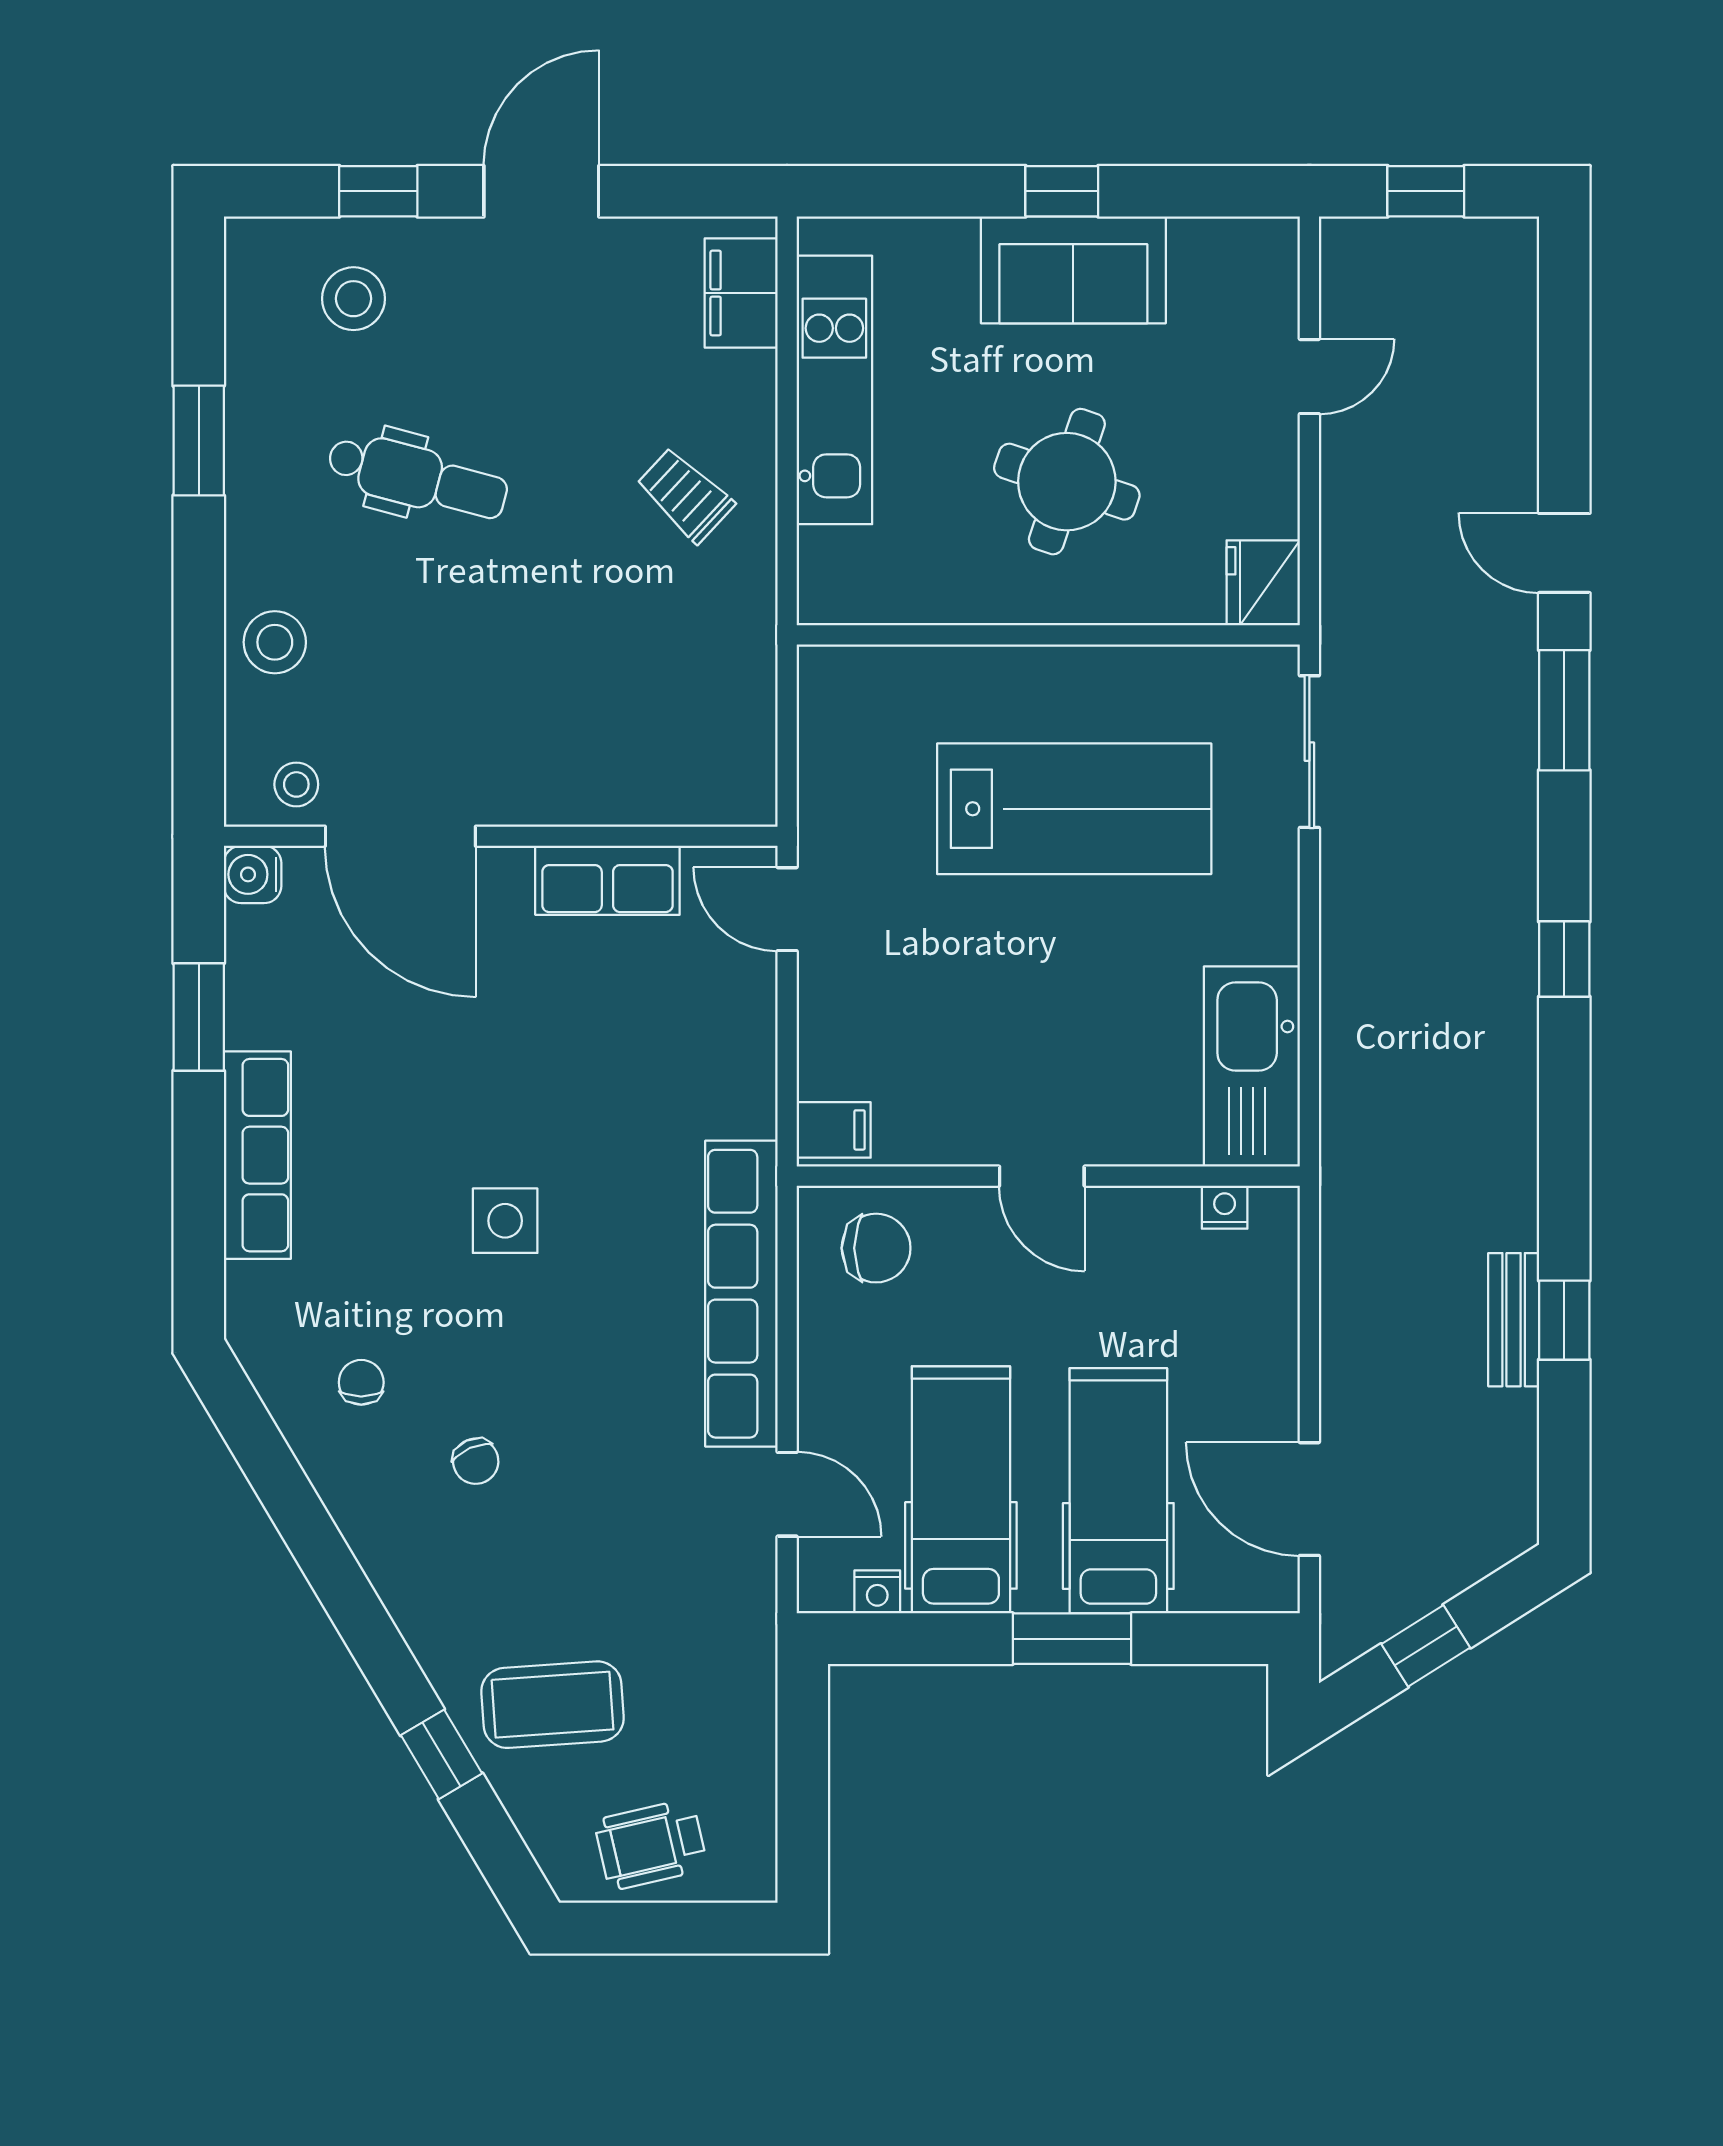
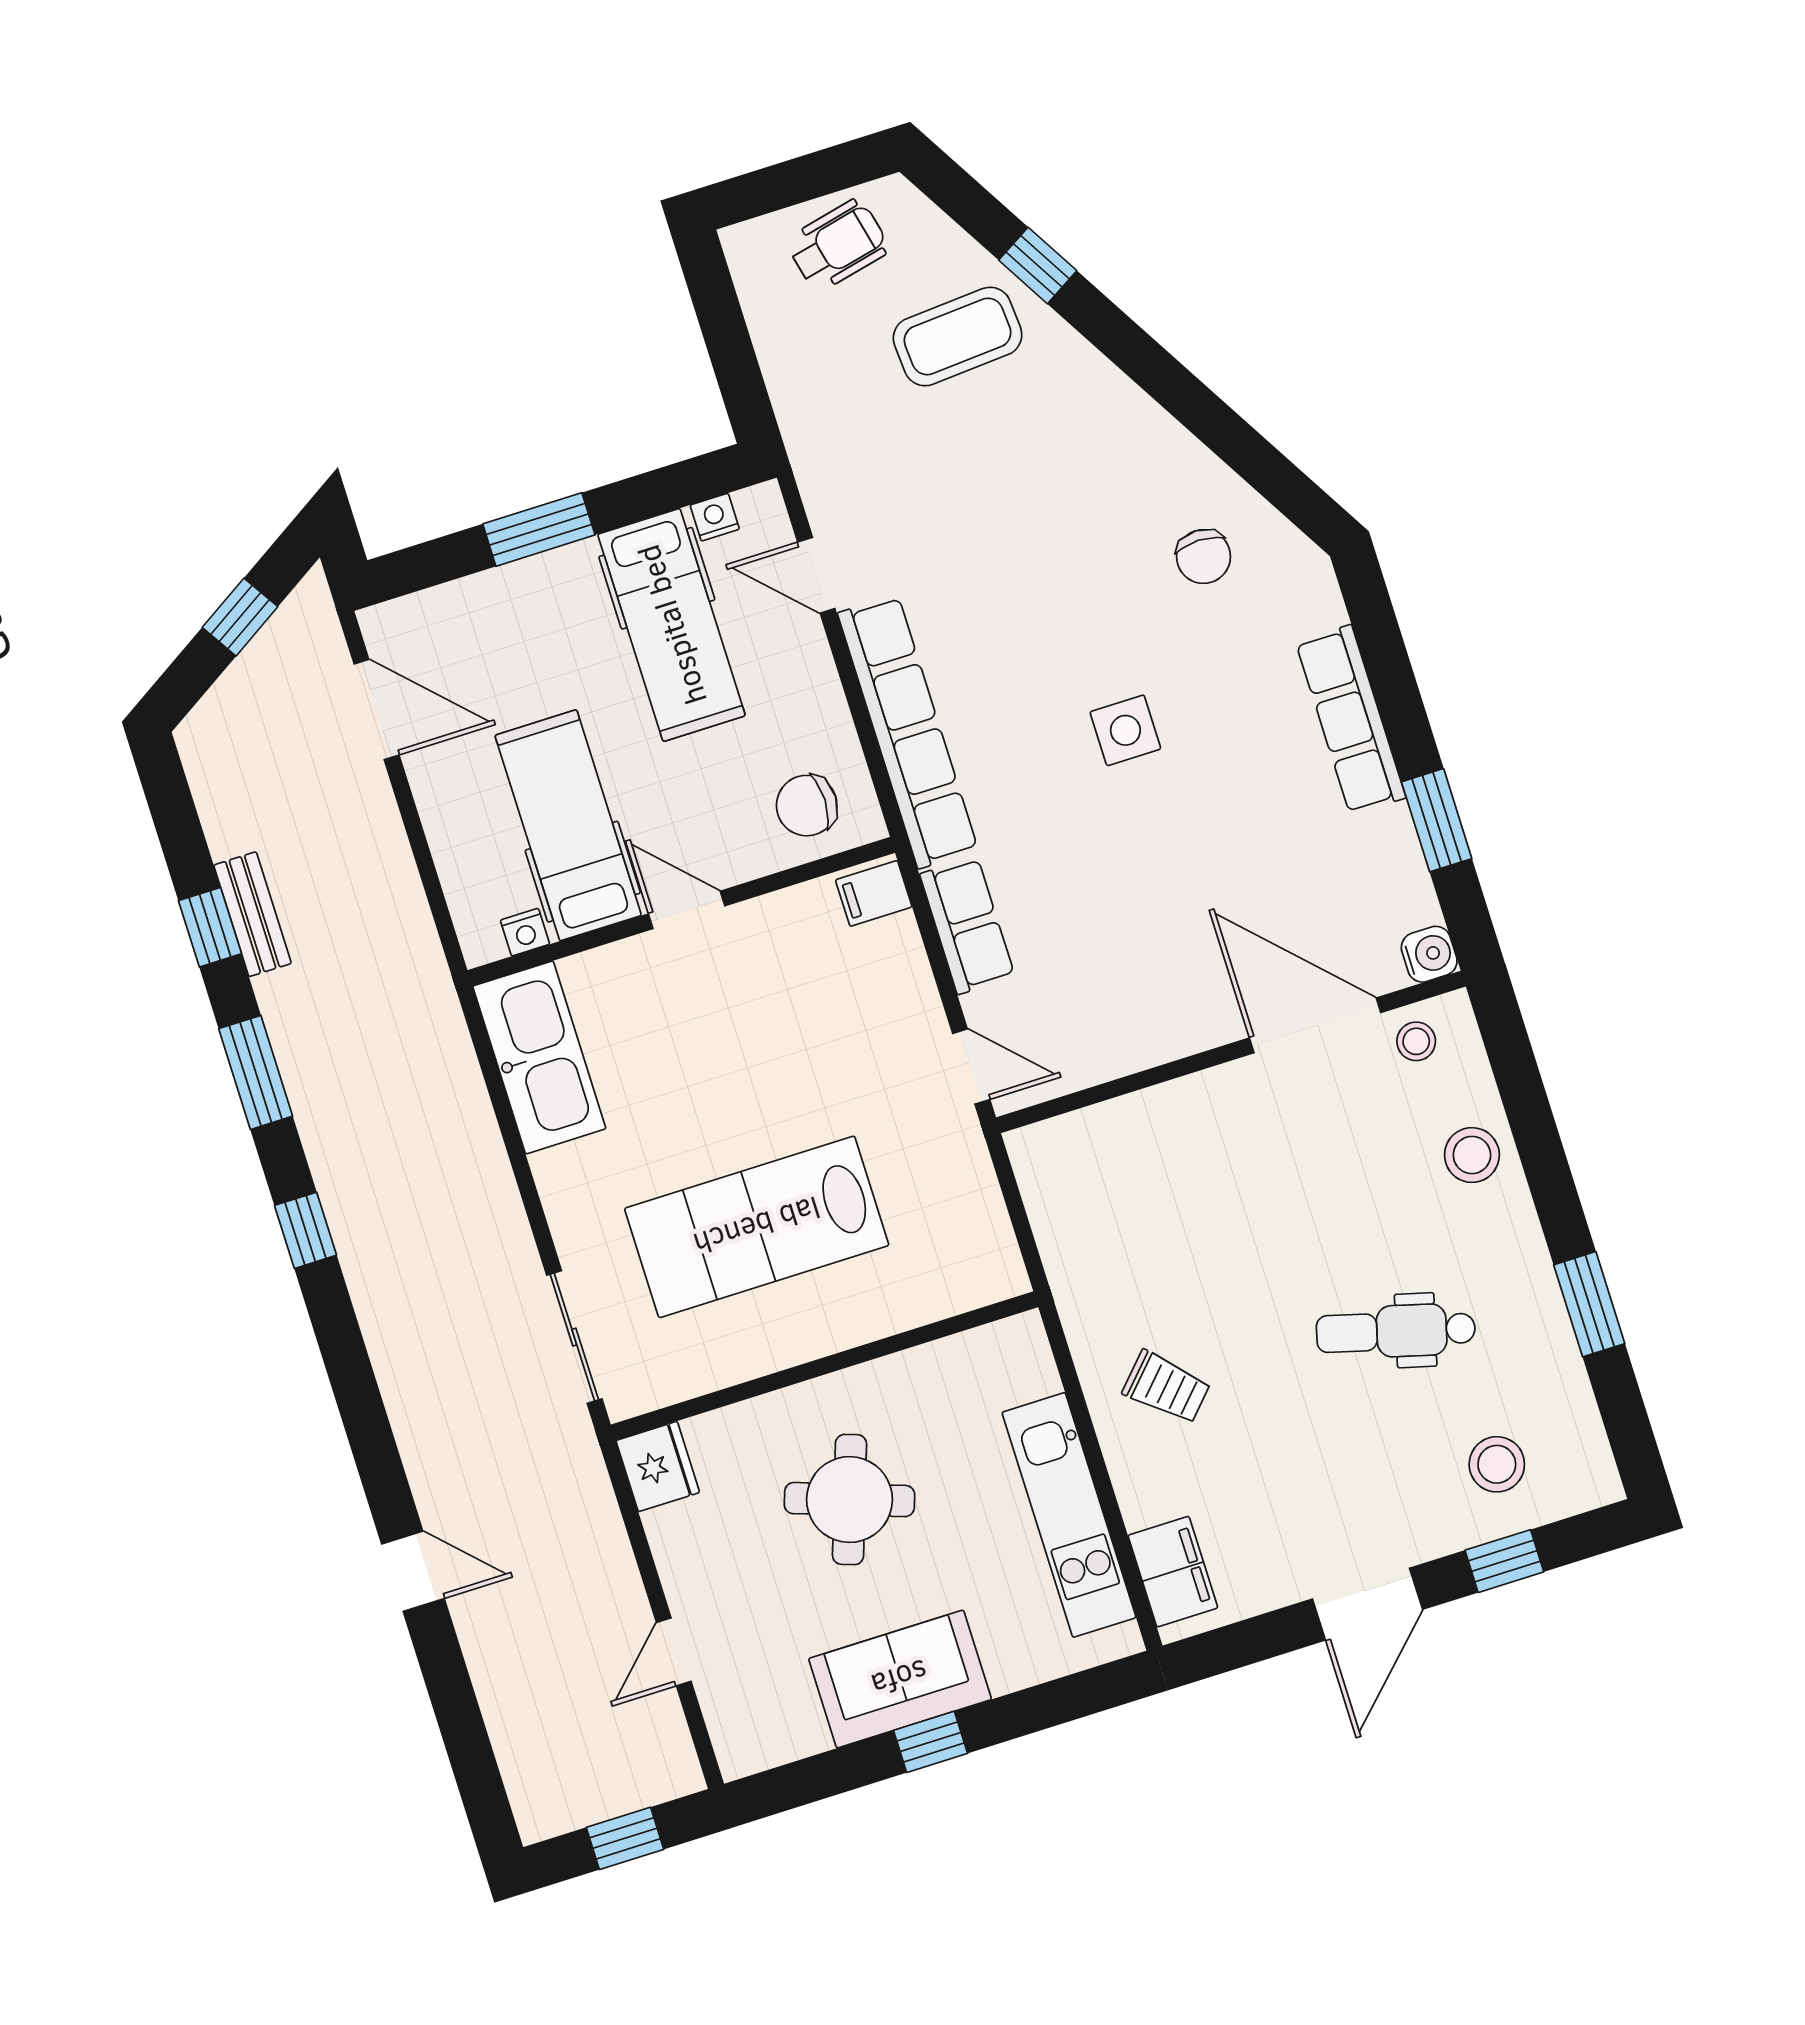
window: (1564, 710) -> (256, 1072), moved
row of seats: (607, 880) -> (967, 925), moved, turned 90
chair: (361, 1382) -> (1204, 557), width x1.37, depth x1.37
chair: (476, 1461) -> (1086, 521), removed
hospital bed: (1118, 1491) -> (568, 825), moved, turned 180

